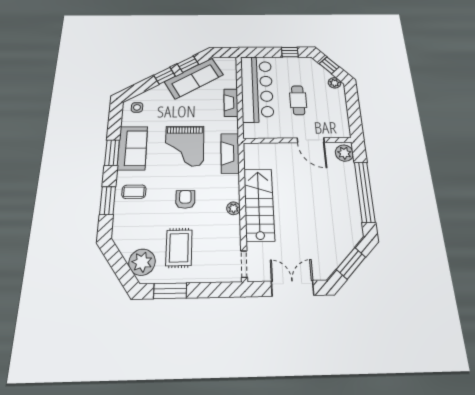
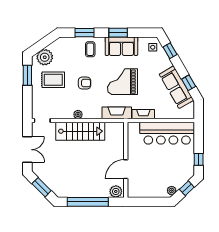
window: (165, 76) -> (170, 51), moved
cafe table: (298, 100) -> (157, 163), removed
fireplace: (231, 103) -> (143, 114), moved

